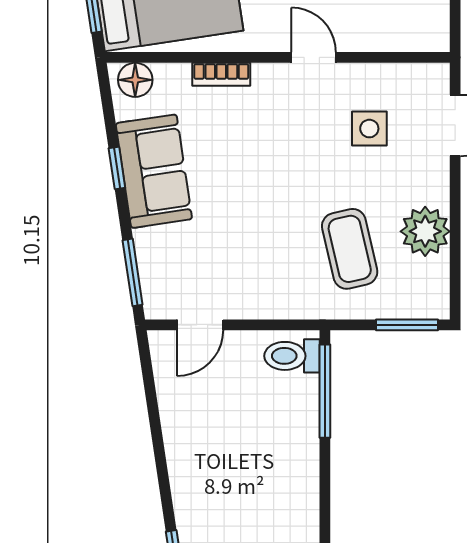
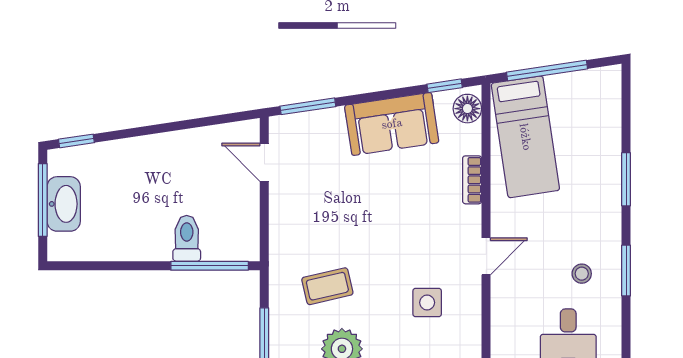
window: (117, 168) -> (445, 86), moved
coffee table: (350, 249) -> (327, 286), width x0.73, depth x0.77
toilet: (292, 356) -> (187, 238), moved

